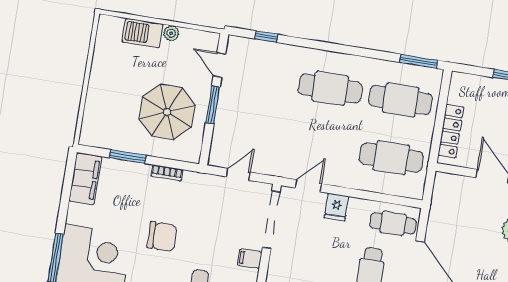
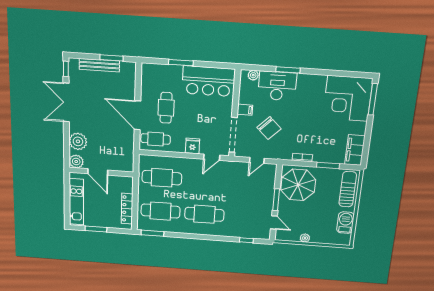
barbecue: (142, 33) -> (345, 223), moved, turned -90
parasol: (167, 112) -> (298, 185), moved
sun lounger: (99, 114) -> (348, 189), added
locker: (451, 131) -> (127, 209), moved
chair: (162, 237) -> (269, 128), moved, turned -136

